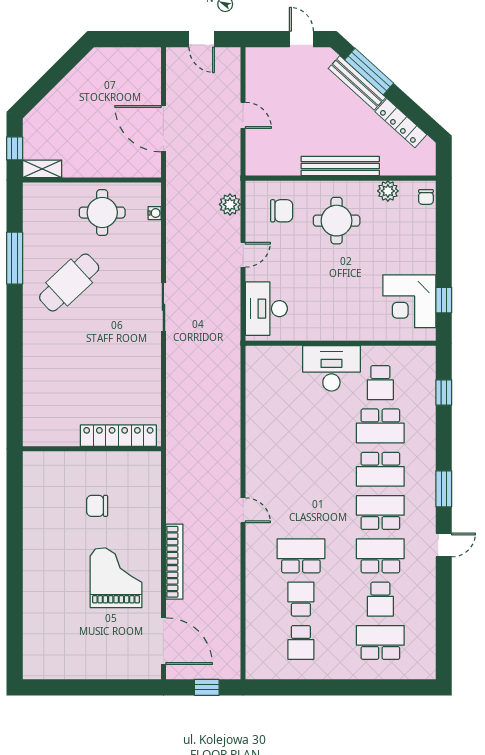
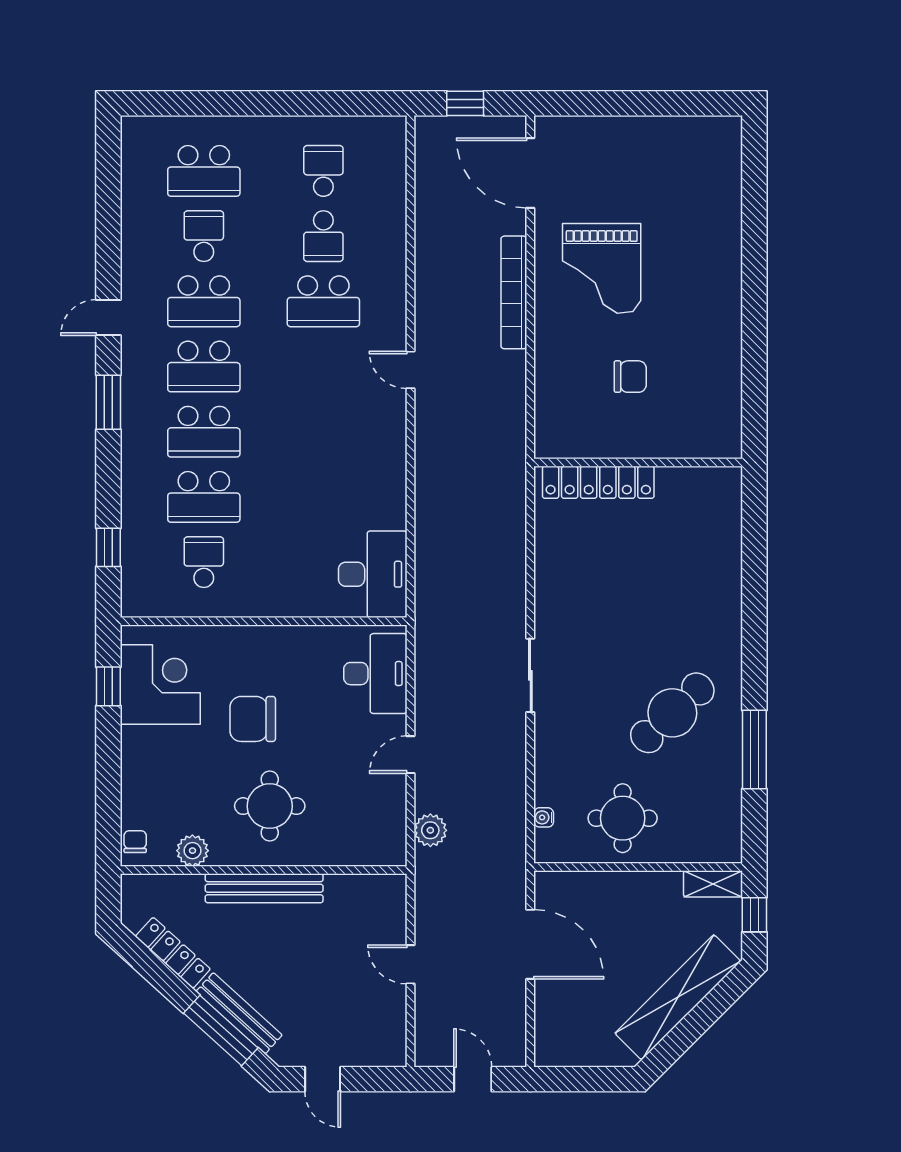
shelving: (65, 94) -> (678, 997), added
chair: (282, 211) -> (253, 719), moved, width x1.37, depth x1.37
desk: (331, 368) -> (373, 574), moved, turned -90
school desk: (380, 426) -> (204, 497), turned 180
school desk: (380, 469) -> (204, 432), turned 180

